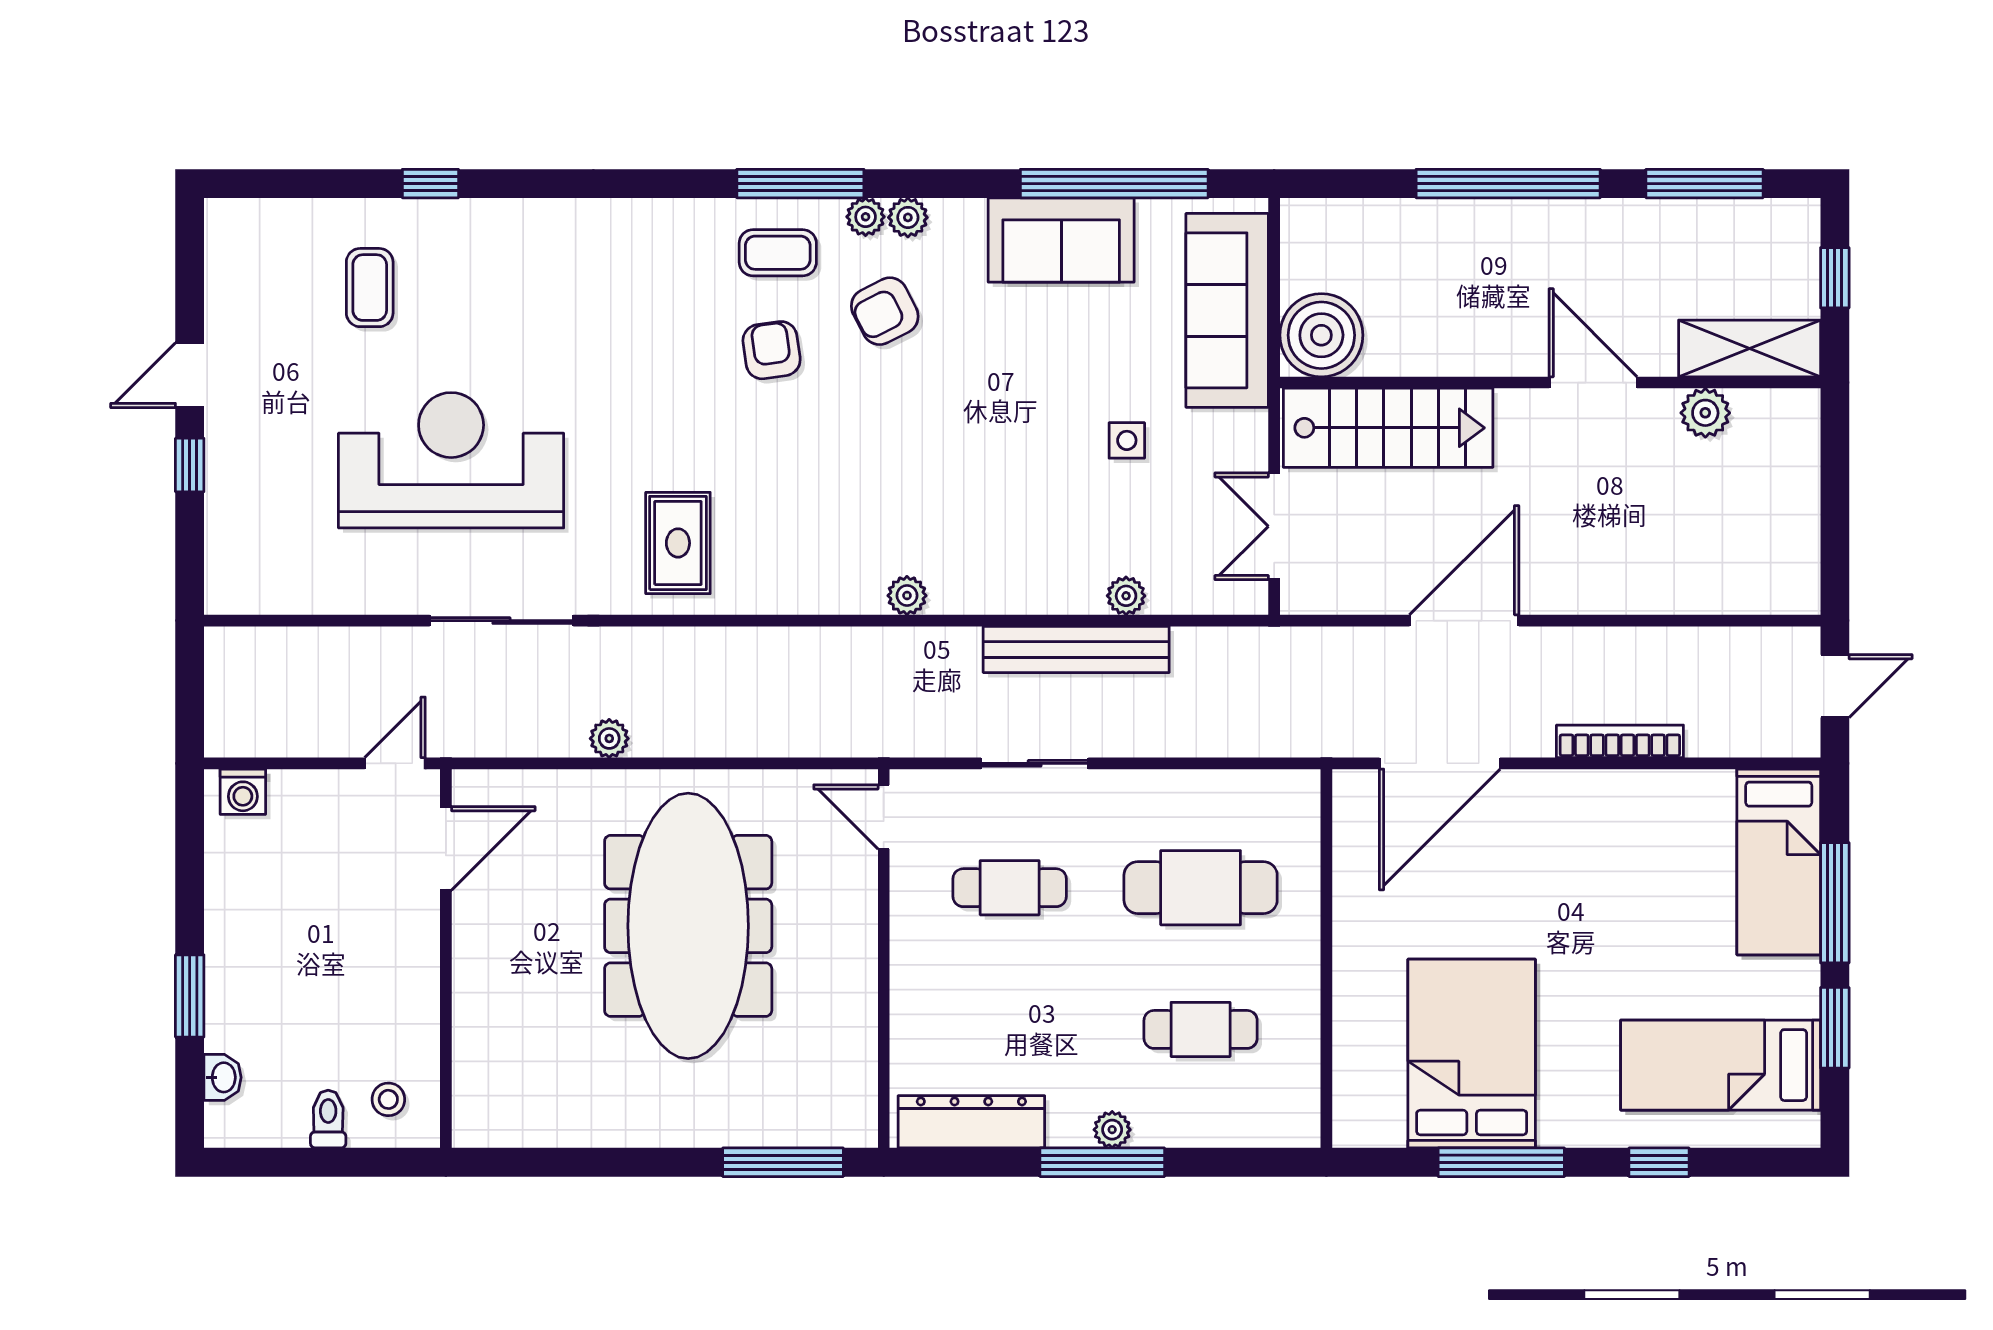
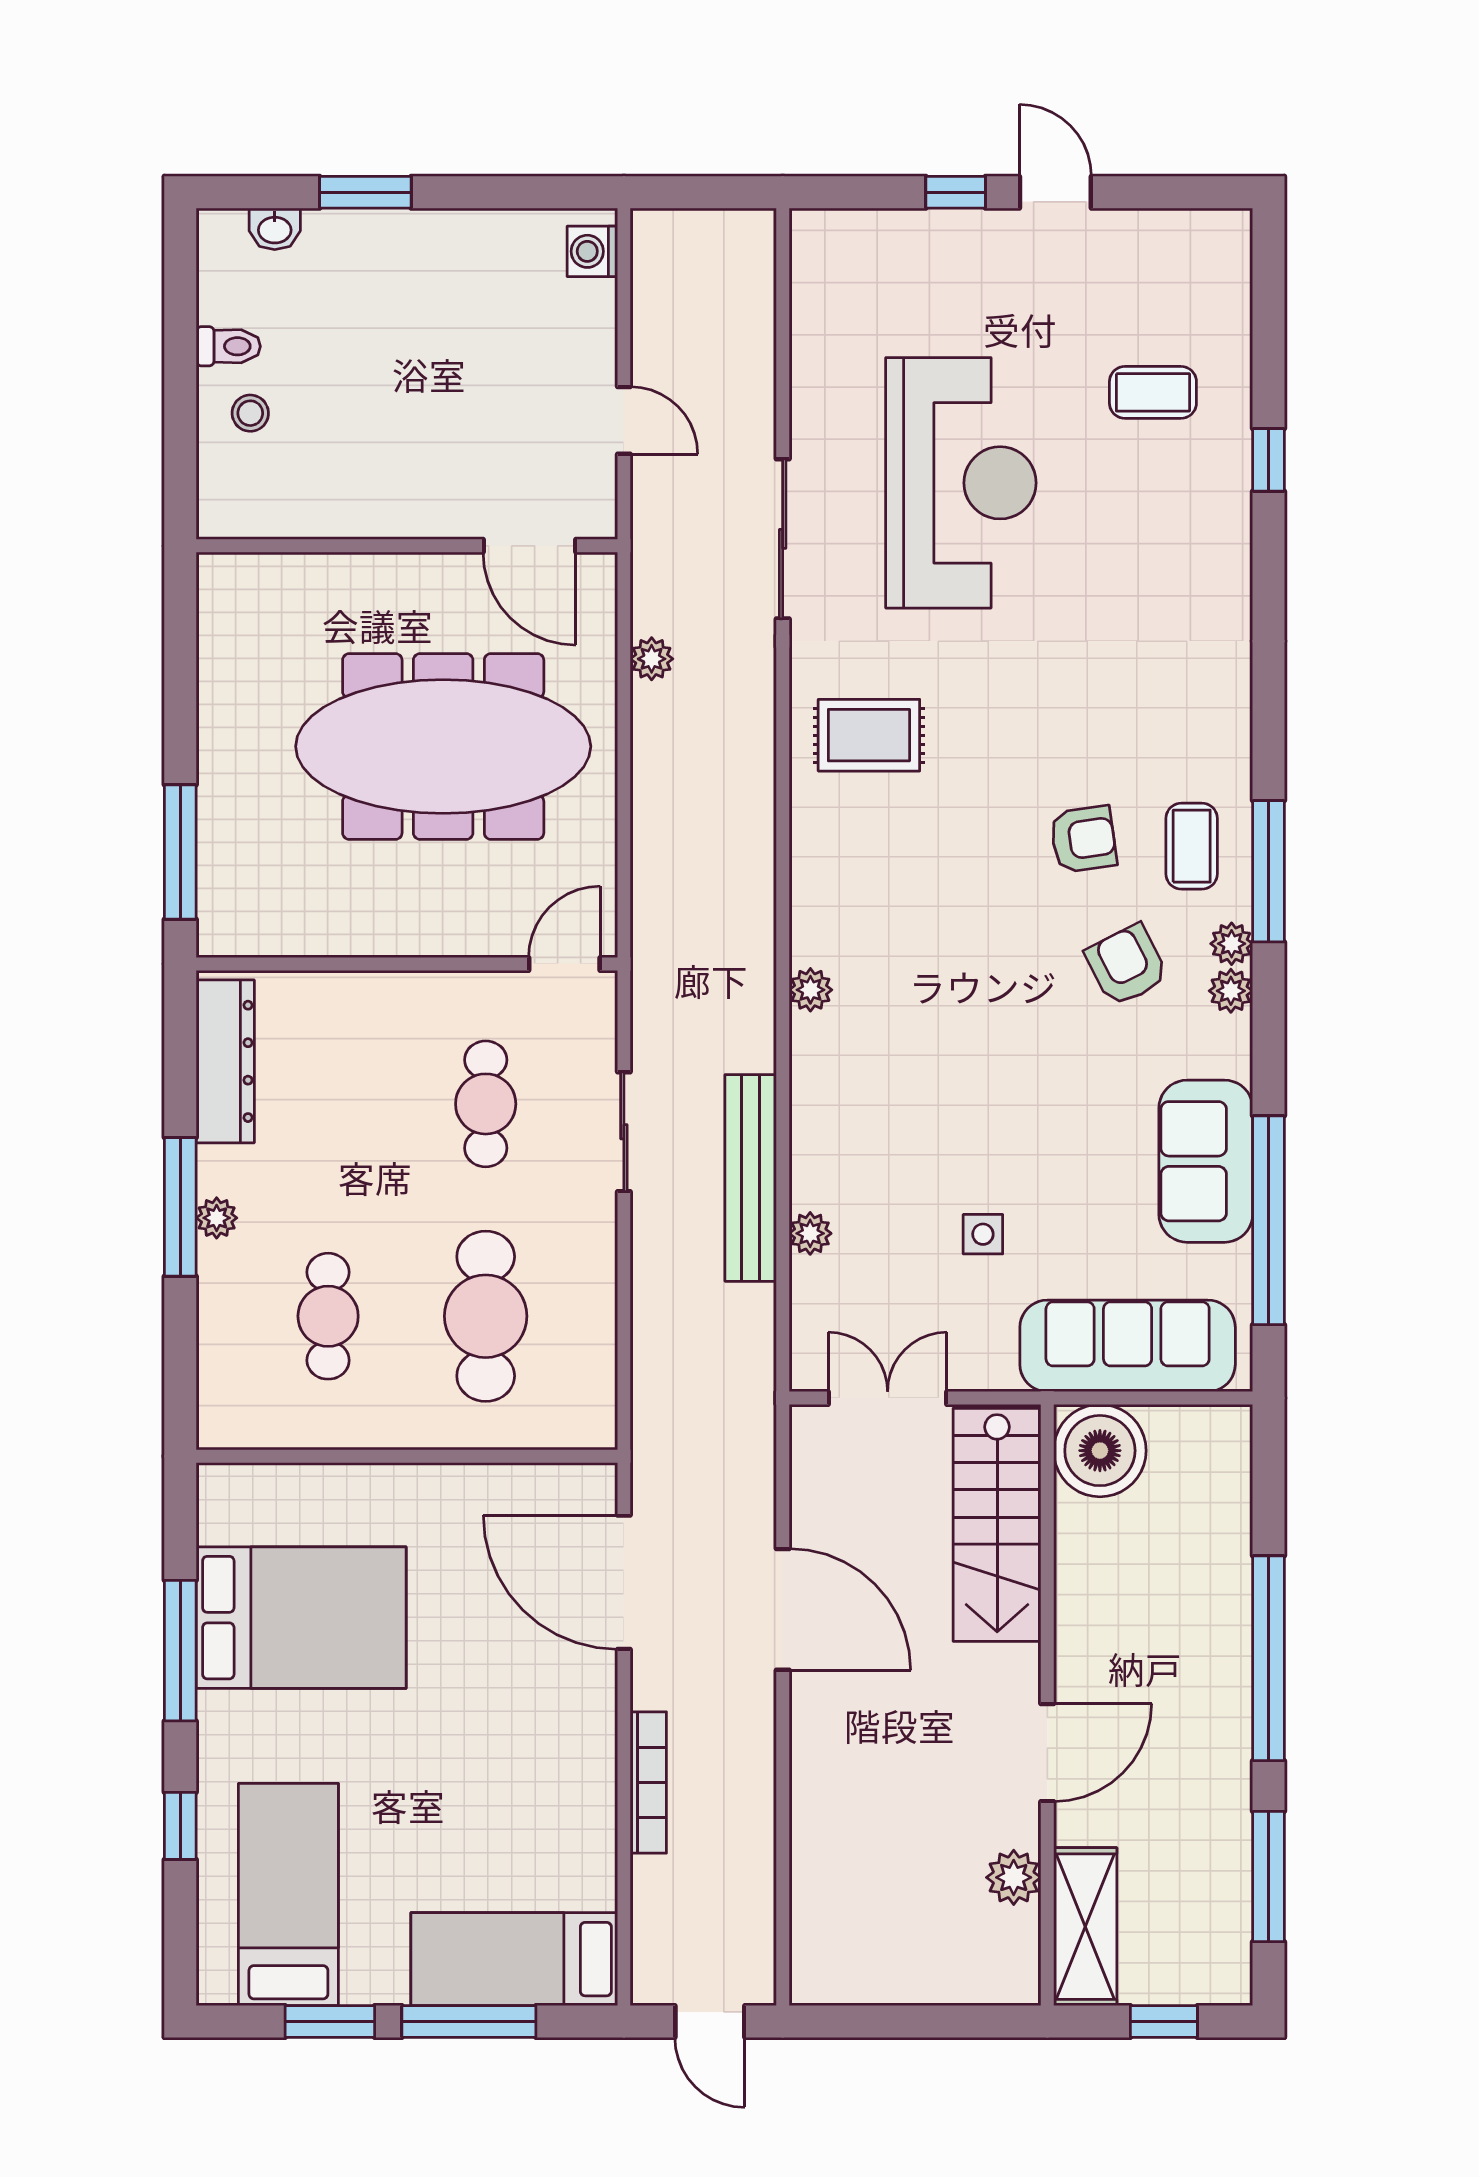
door: (446, 848) -> (529, 546), moved
wall: (446, 959) -> (407, 546), moved

